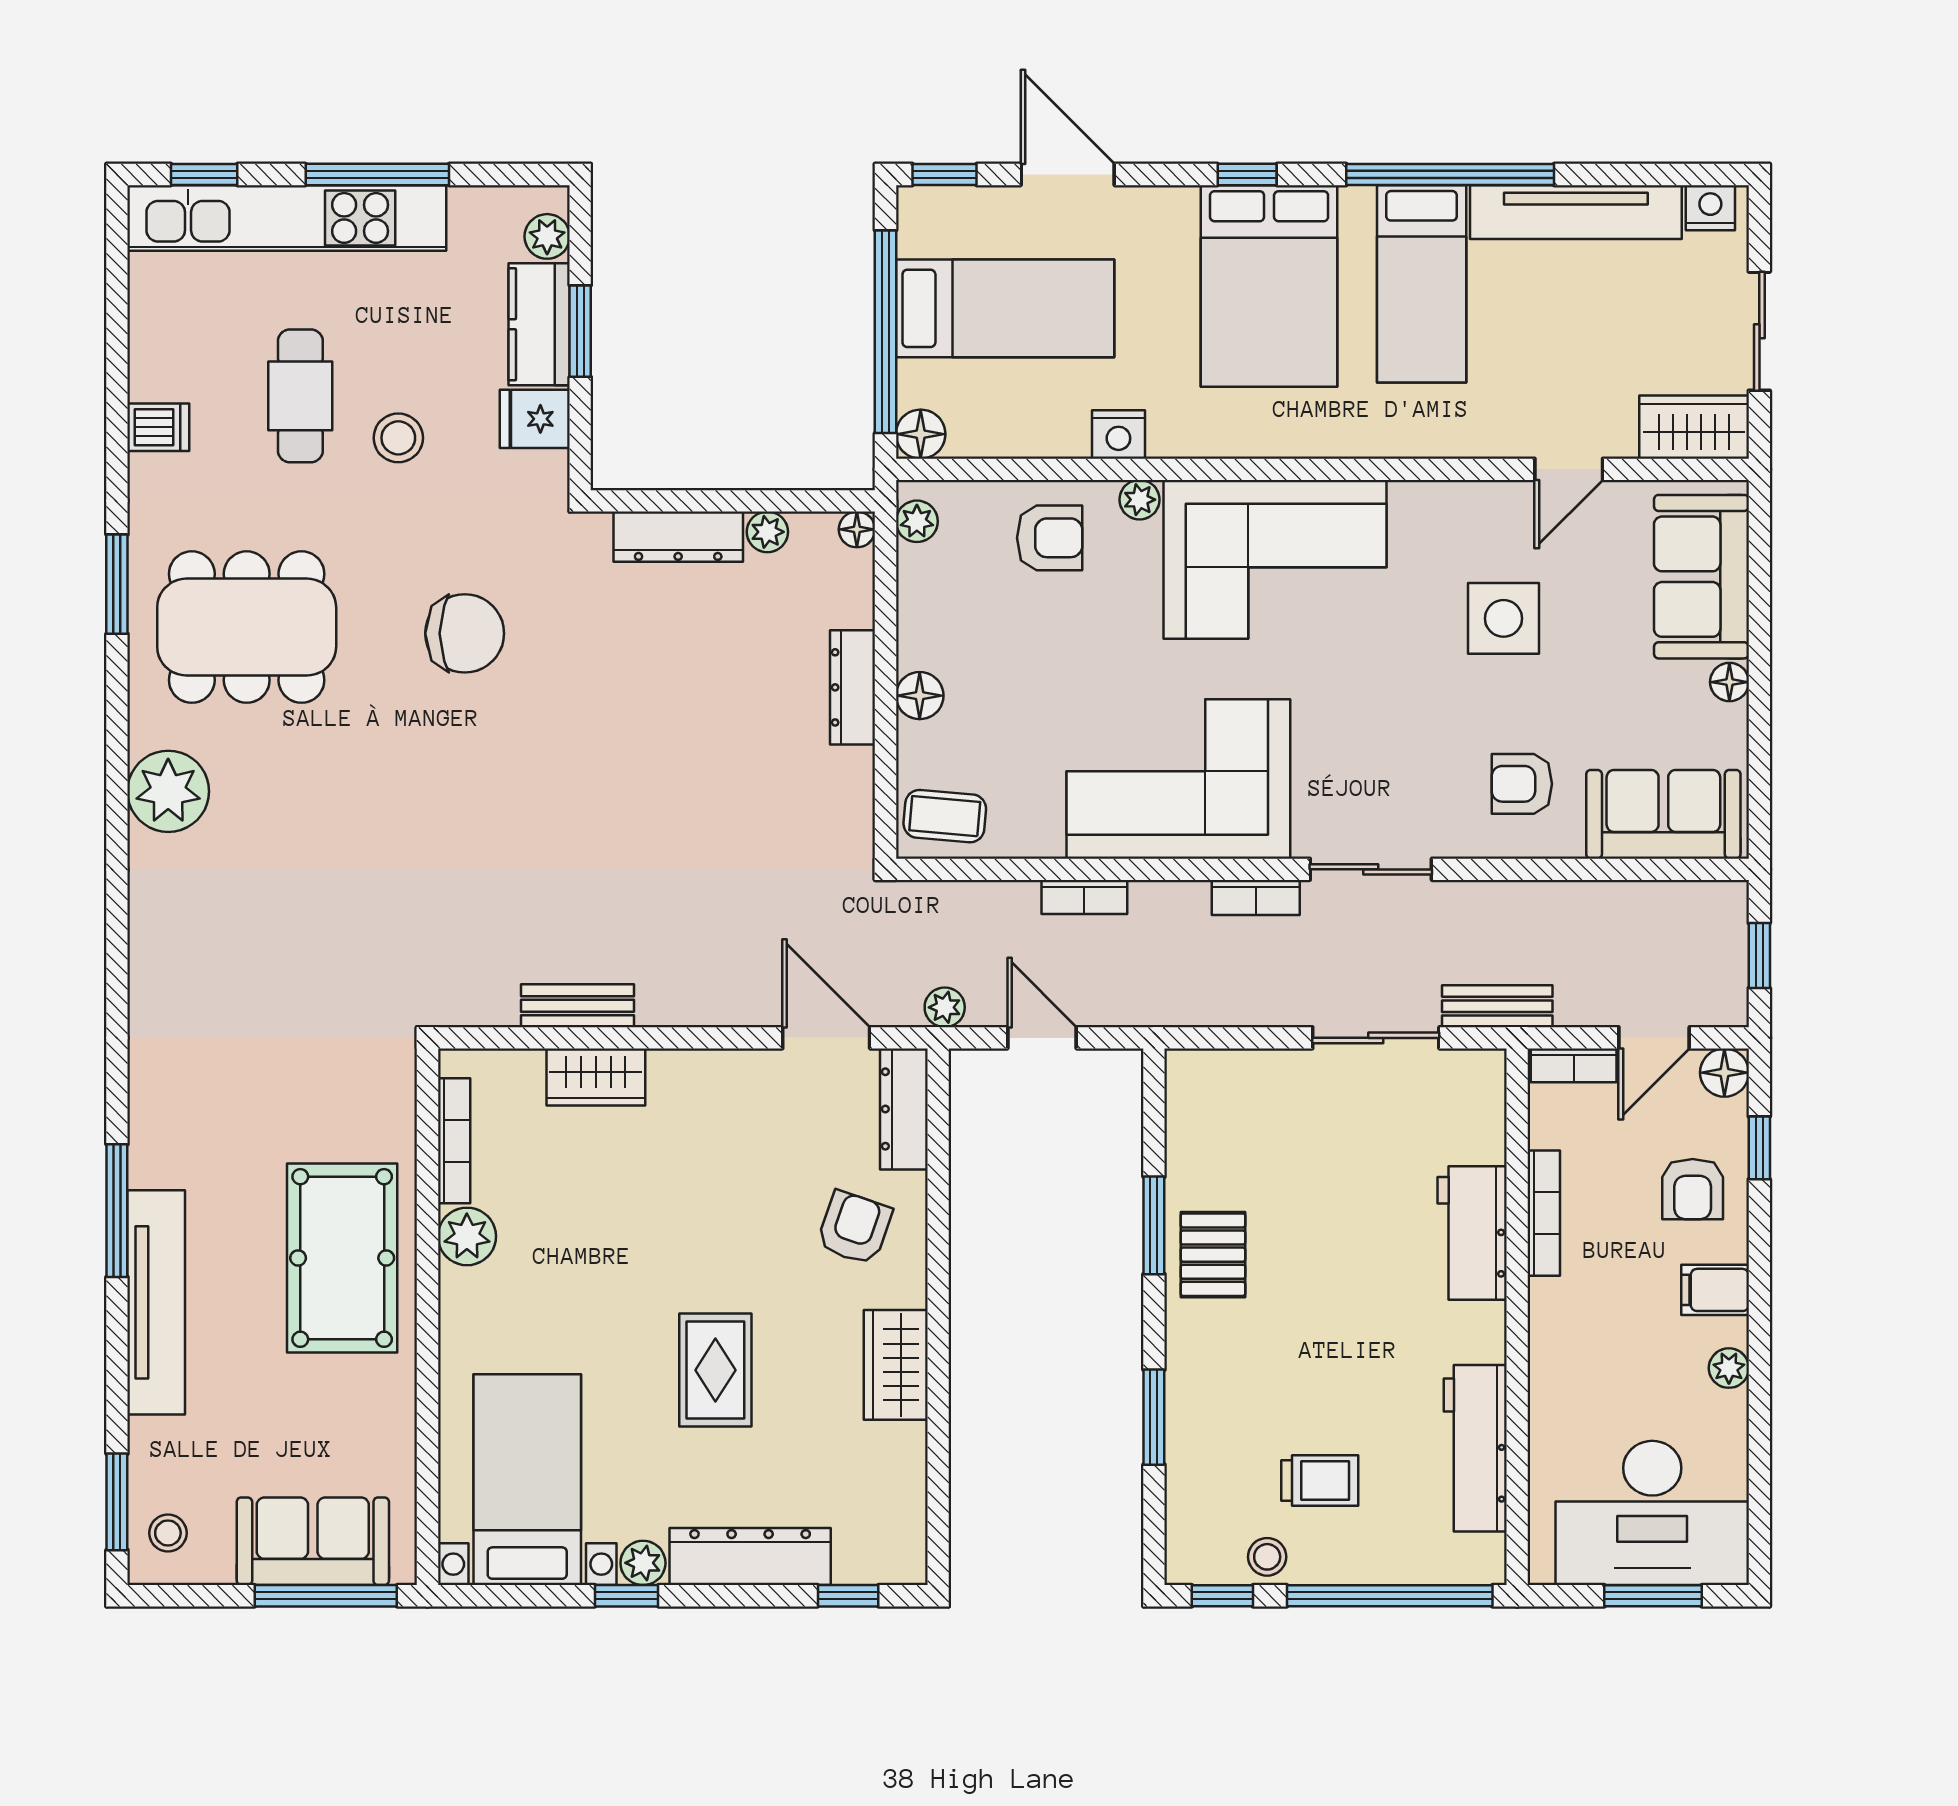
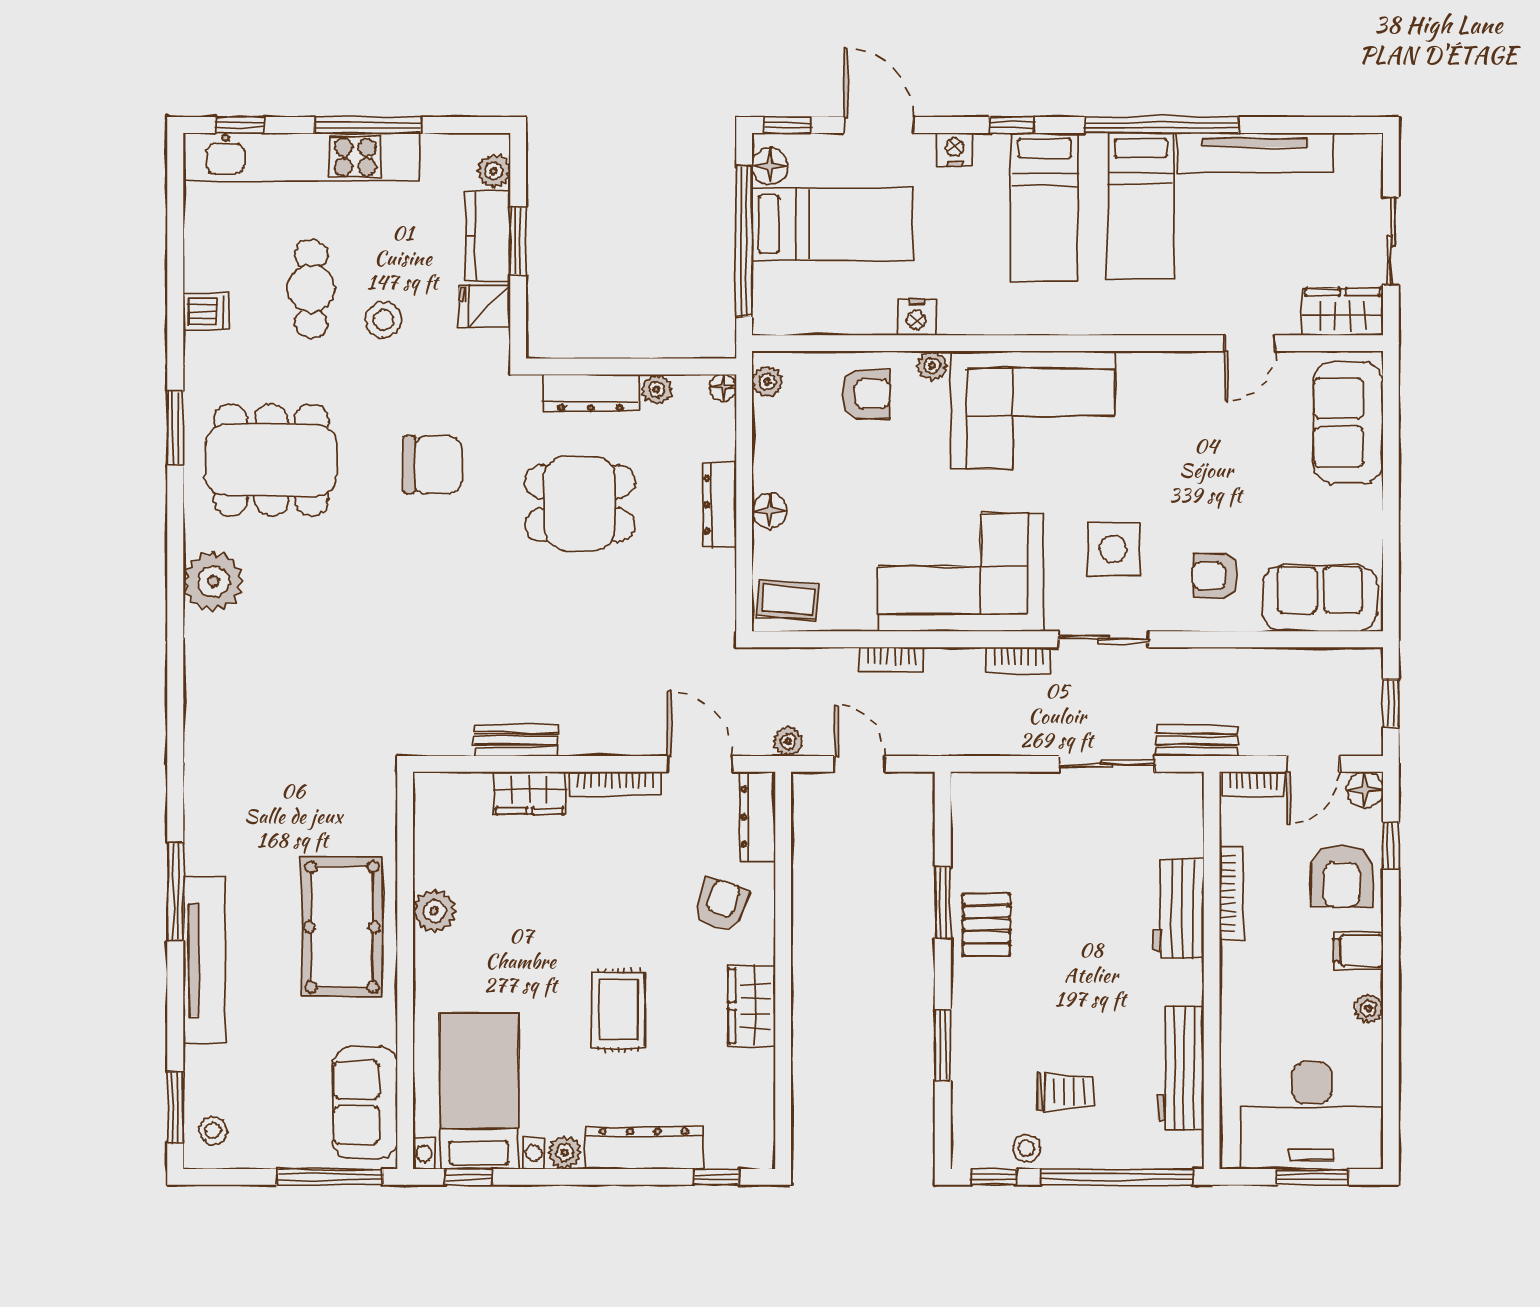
nightstand: (1710, 208) -> (955, 150), moved
bed: (1269, 286) -> (1045, 207), width x0.67
floor lamp: (921, 434) -> (770, 166), moved
side table: (1504, 618) -> (1113, 549), moved
floor lamp: (1729, 682) -> (1369, 501), removed
dining table: (663, 686) -> (580, 503), added
bookcase: (454, 1141) -> (616, 784), moved, turned 90
armchair: (1693, 1189) -> (1342, 876), width x1.38, depth x1.38
sofa: (313, 1541) -> (365, 1103), moved, turned -90
window: (627, 1596) -> (469, 1177), moved

